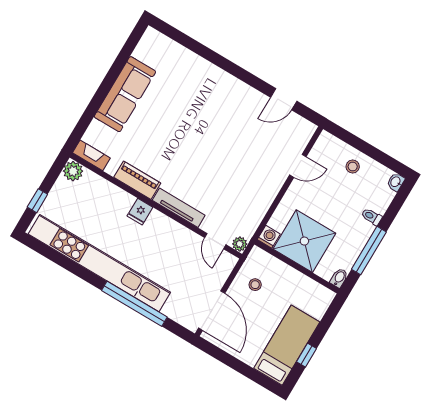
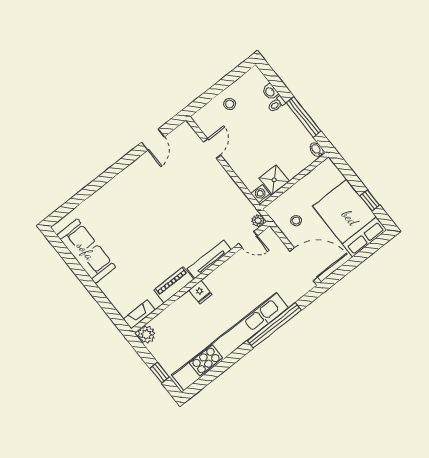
sofa: (125, 94) -> (86, 251), moved
washbasin: (396, 182) -> (270, 92), moved
shower: (304, 241) -> (274, 180), width x0.54, depth x0.54
bed: (287, 345) -> (350, 218), width x1.50

